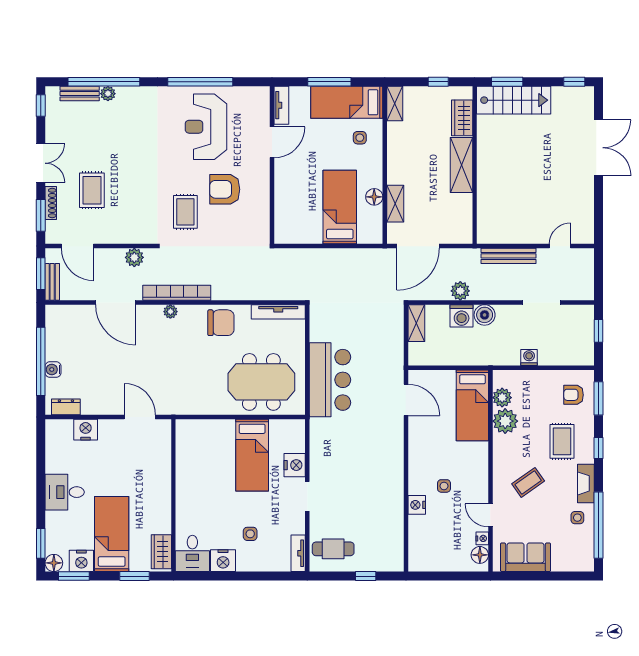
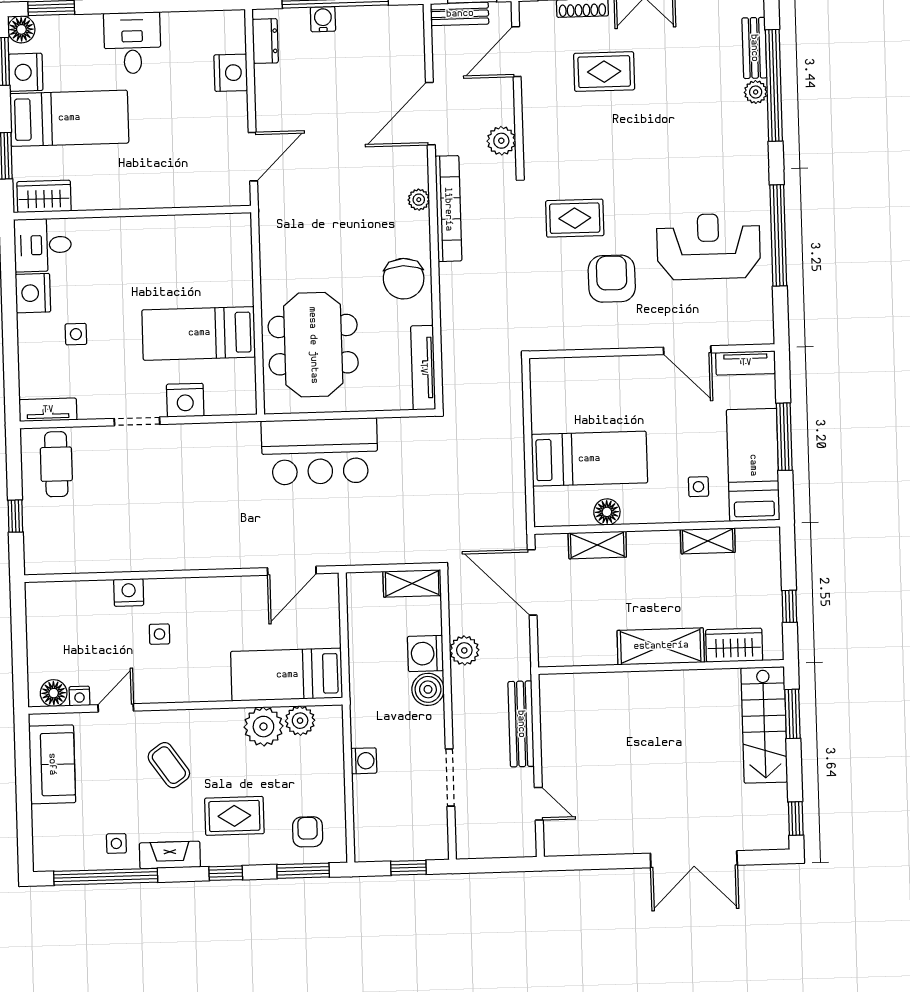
shelving: (395, 104) -> (708, 541), moved

